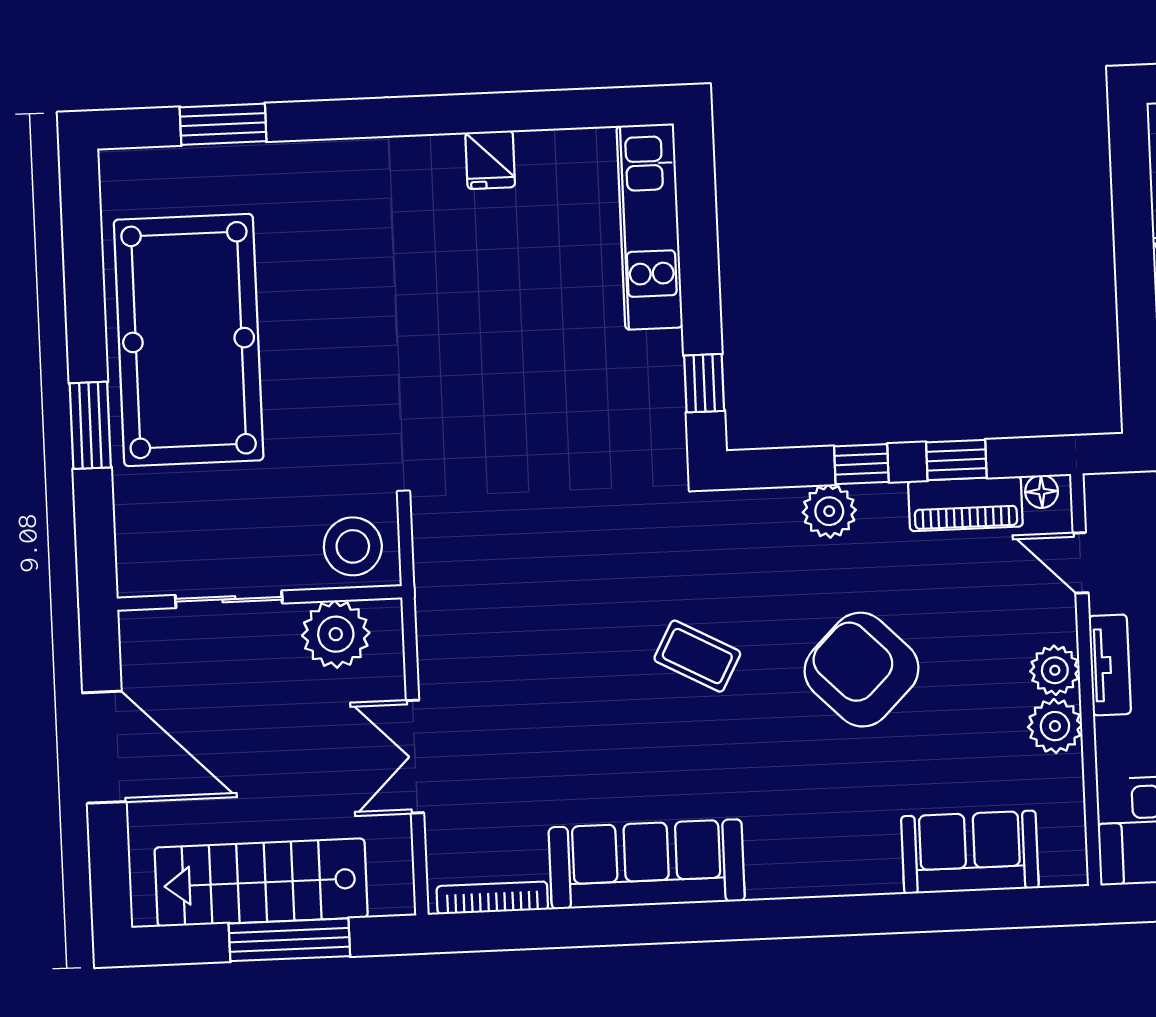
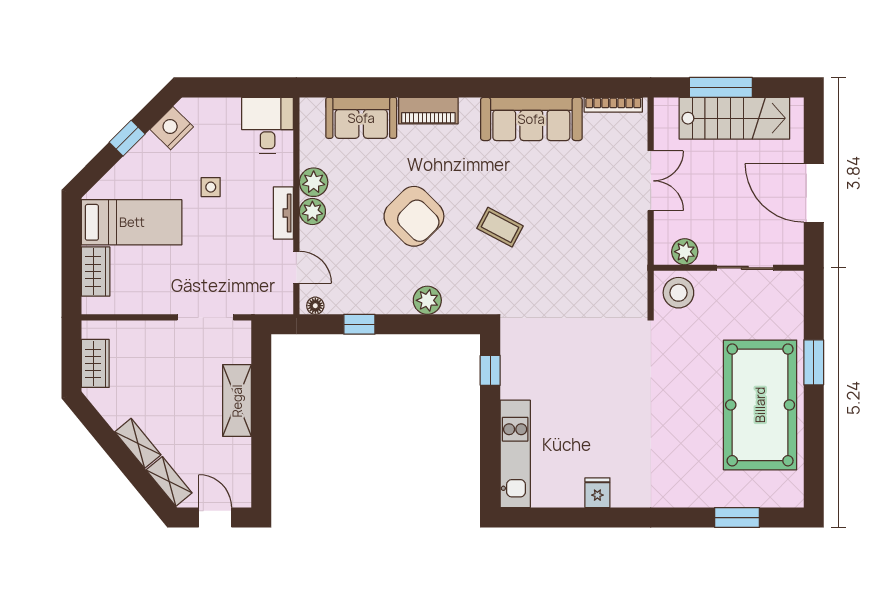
window: (861, 464) -> (409, 324), removed
piano: (965, 504) -> (428, 111), moved, turned 180
plant: (336, 634) -> (685, 252), width x0.73, depth x0.73

